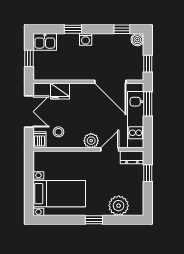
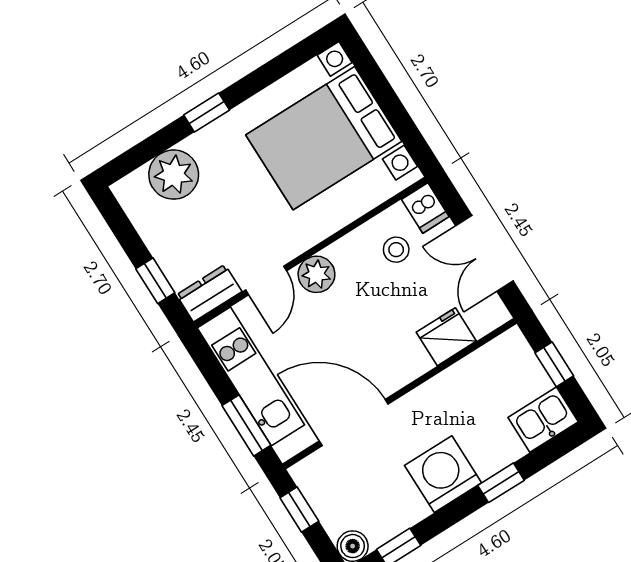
washing machine: (86, 39) -> (443, 474), width x1.89, depth x1.89
bed with nightstands: (59, 194) -> (324, 138), width x1.36

